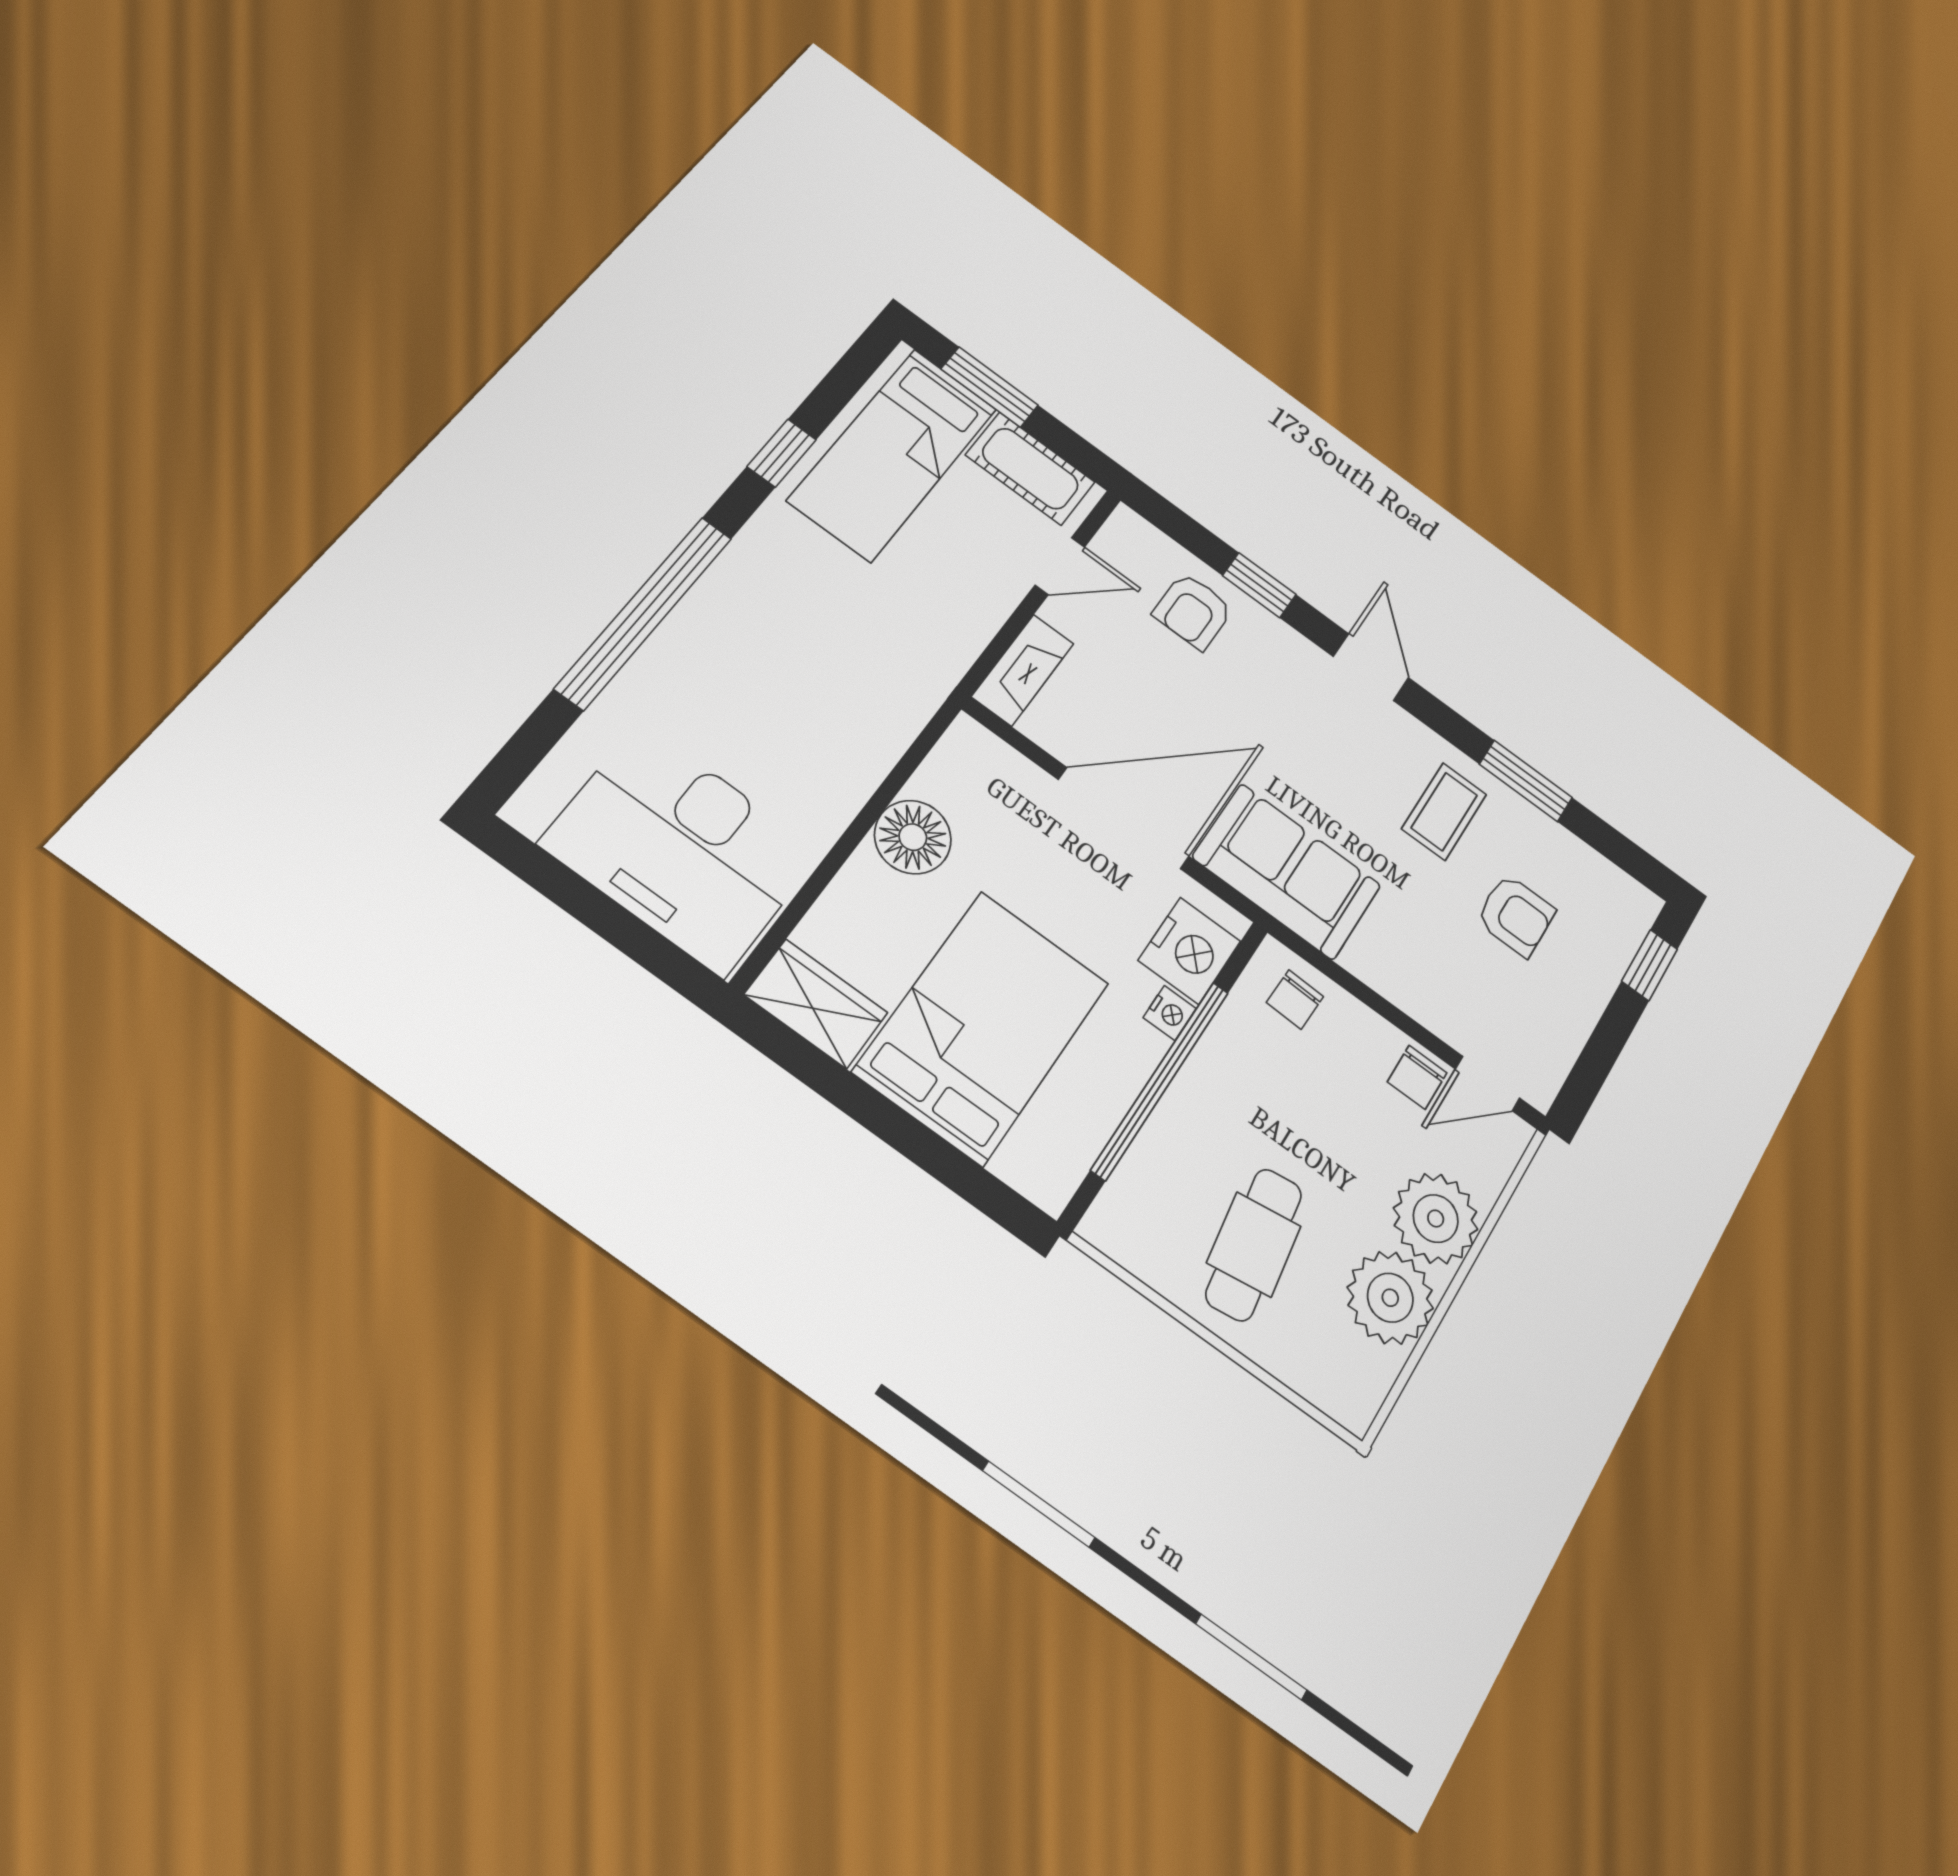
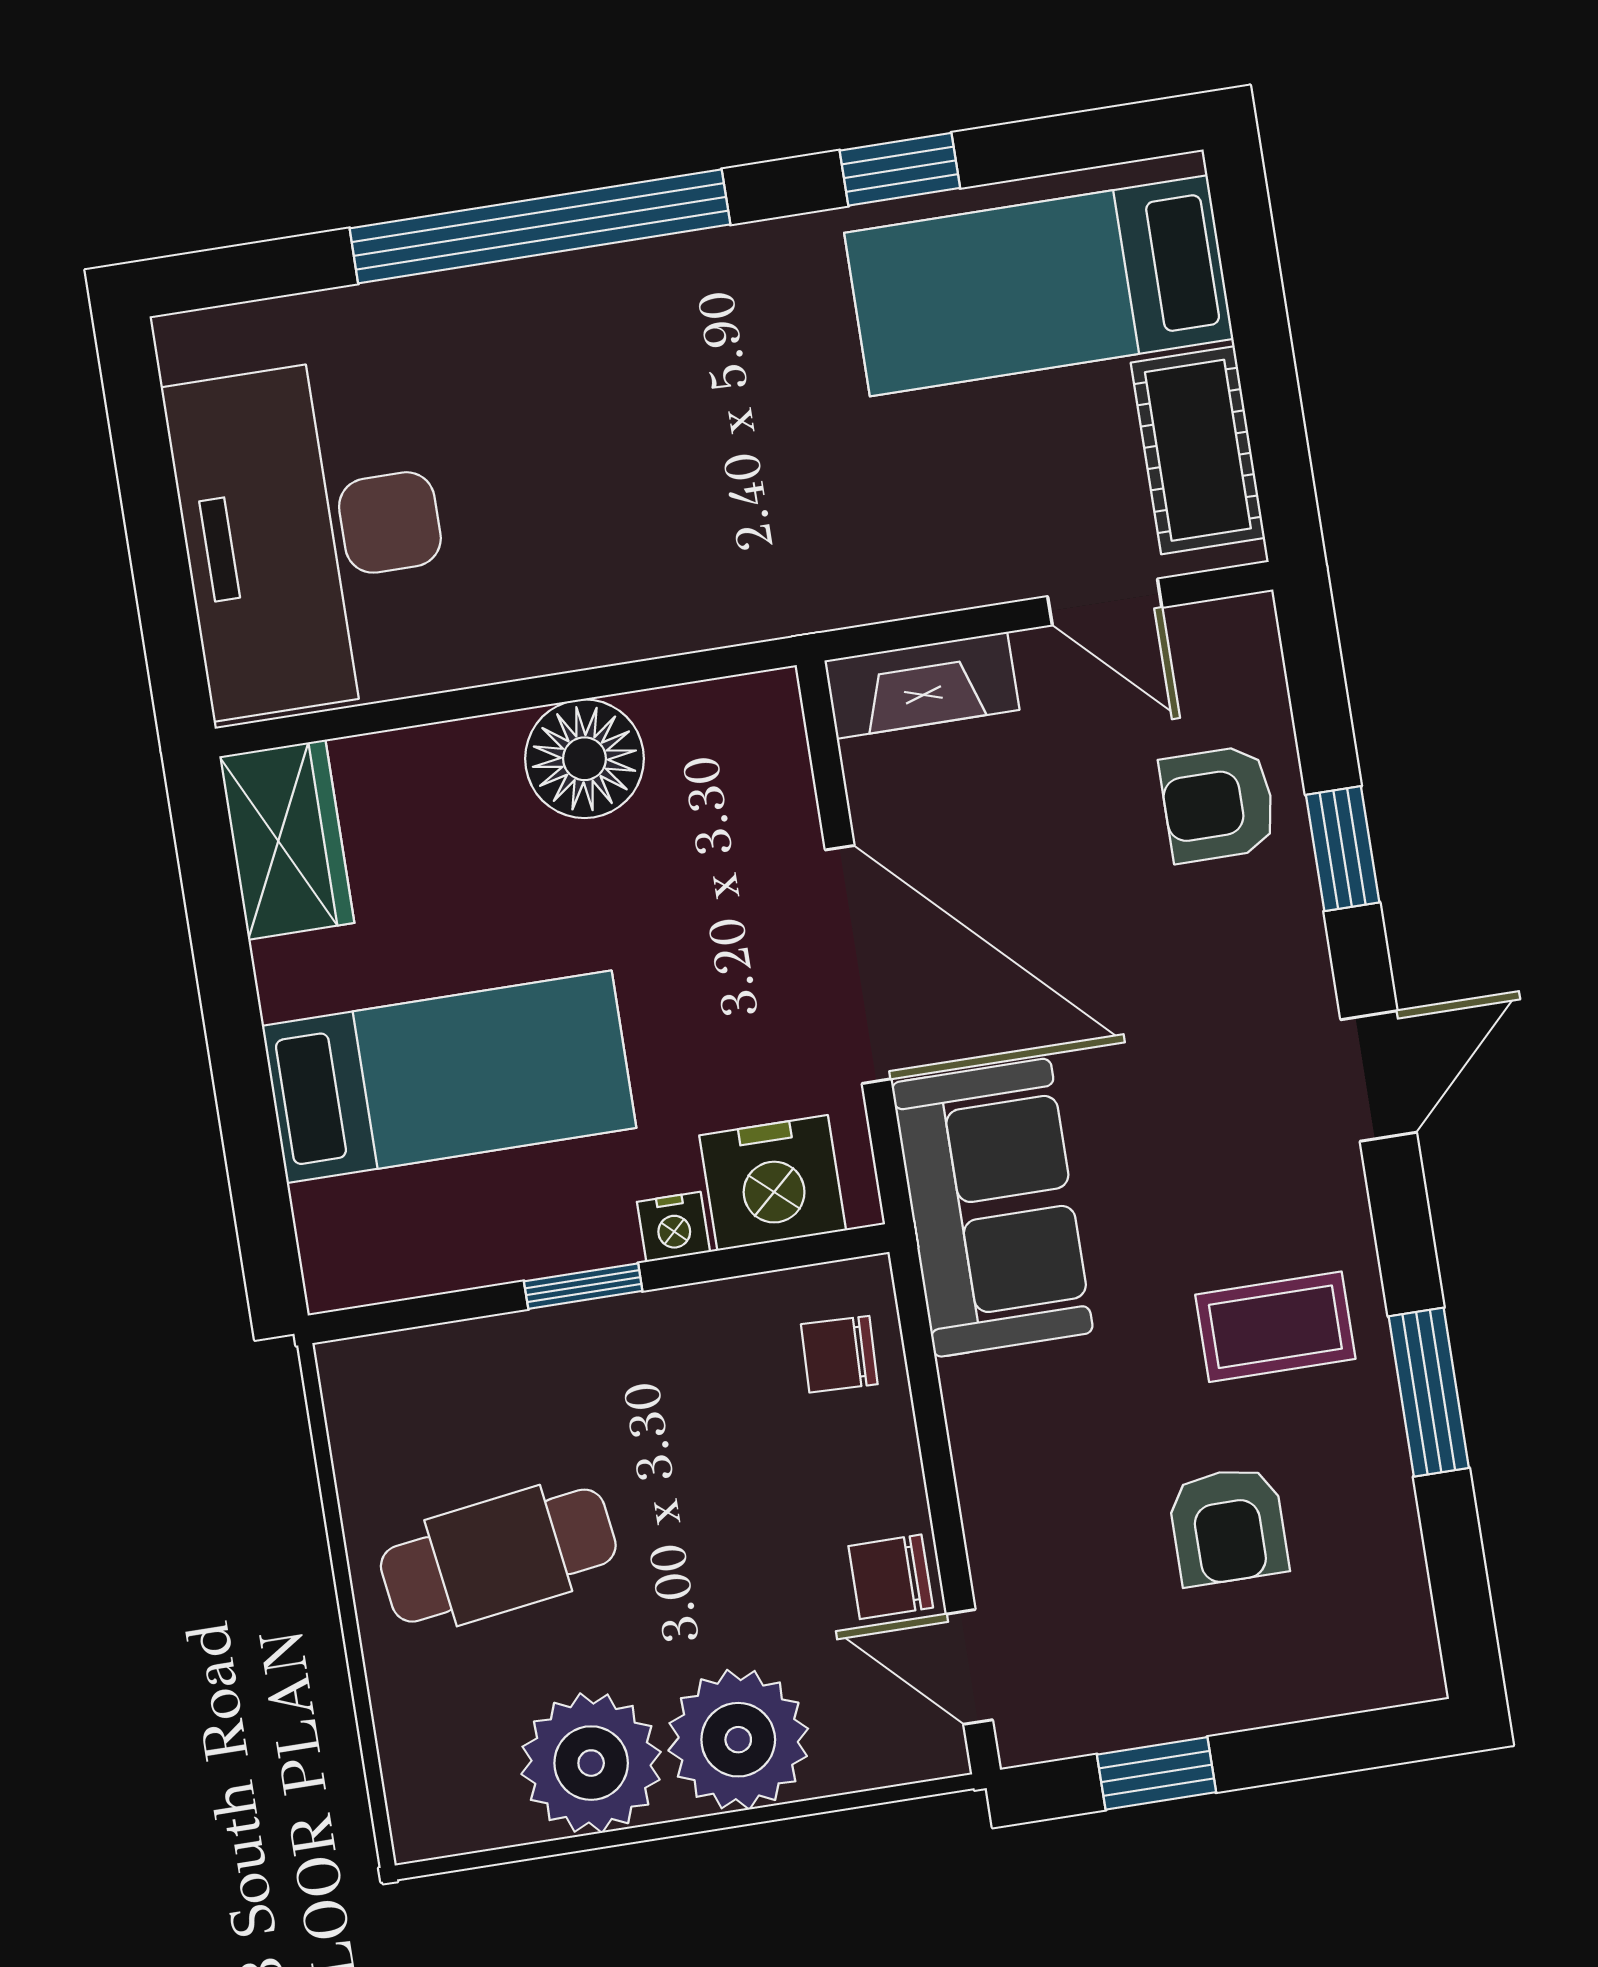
window: (990, 387) -> (1256, 303), removed
window: (1650, 965) -> (1157, 1773), moved
bed: (982, 1027) -> (449, 1077), width x0.67
window: (1160, 1080) -> (583, 1286), width x0.32

